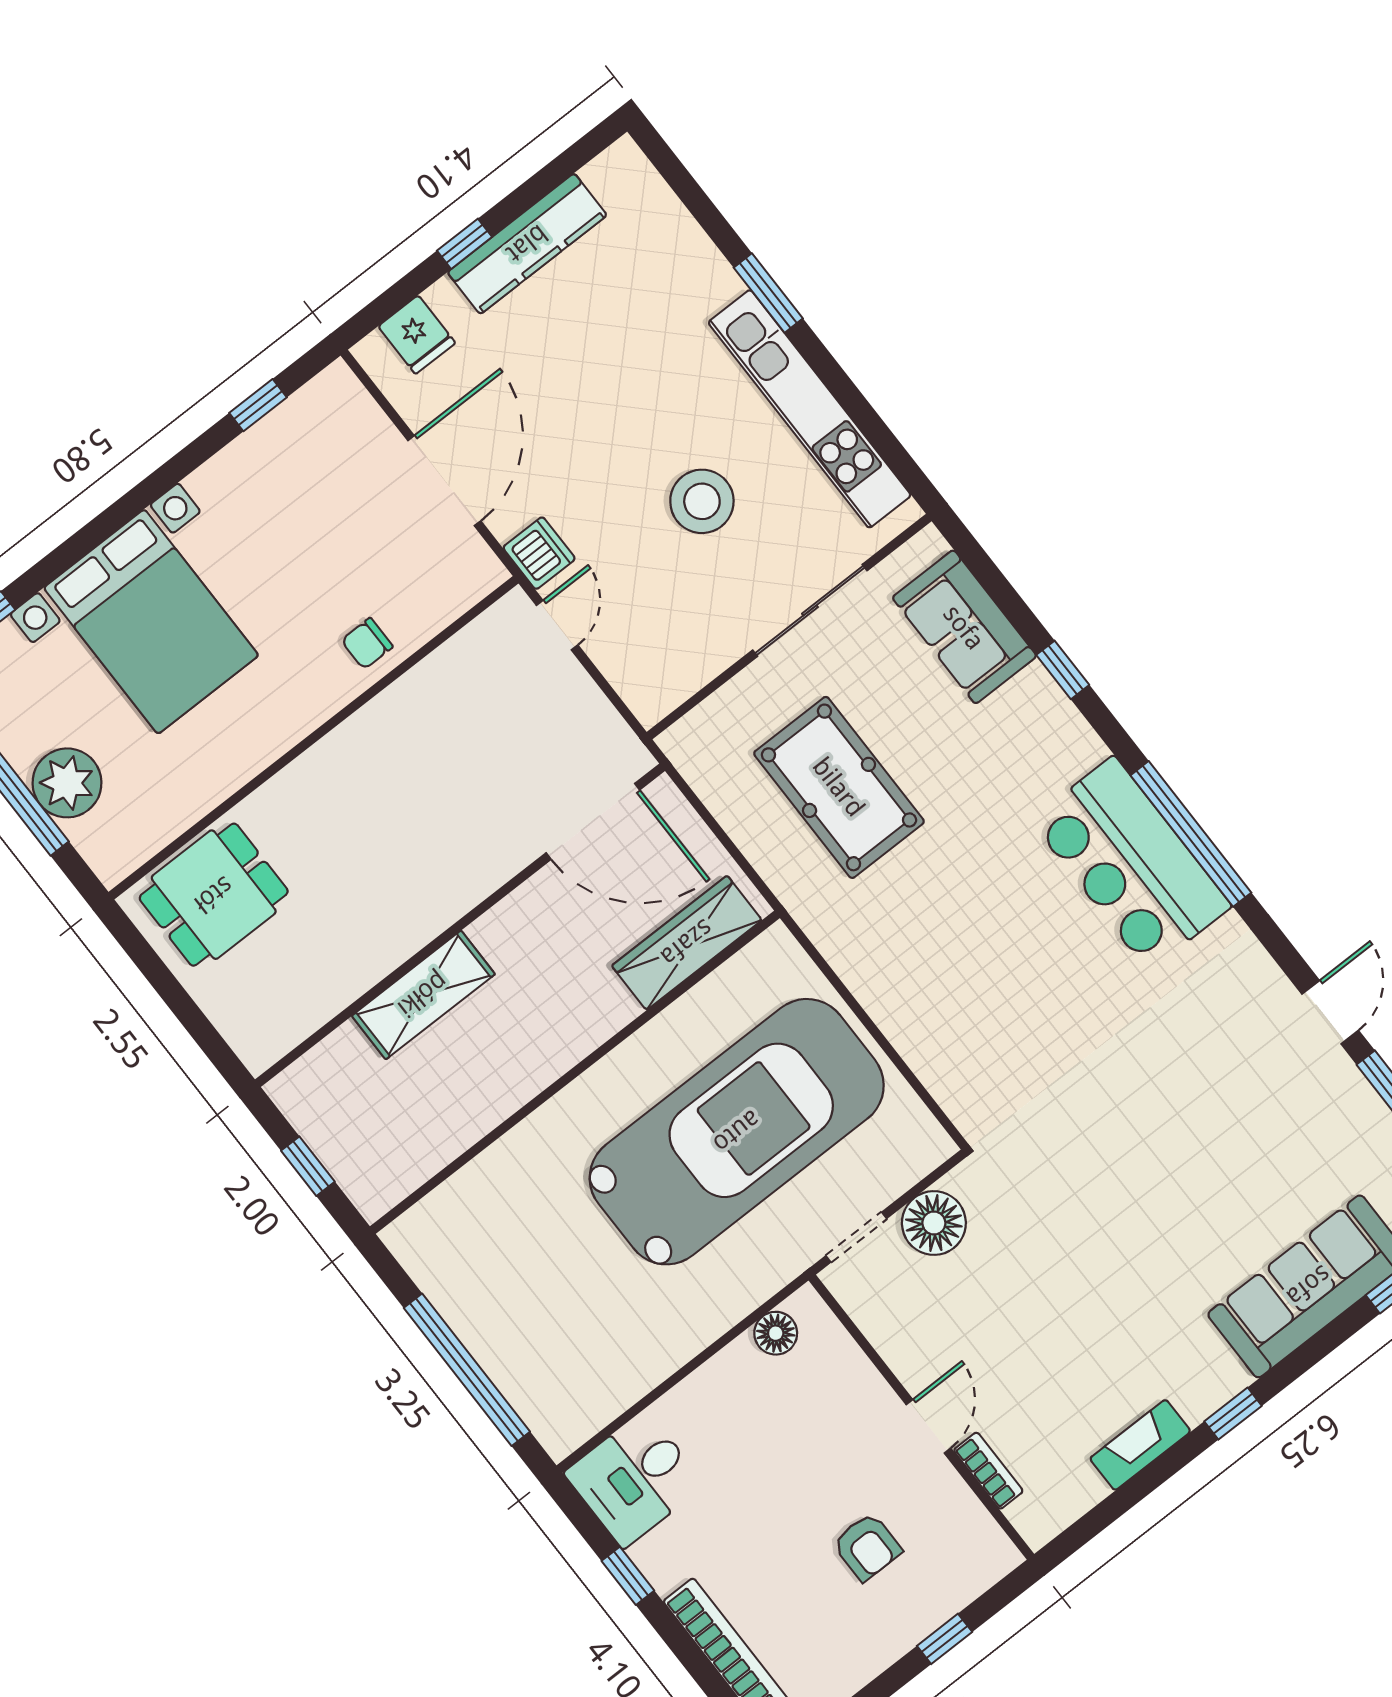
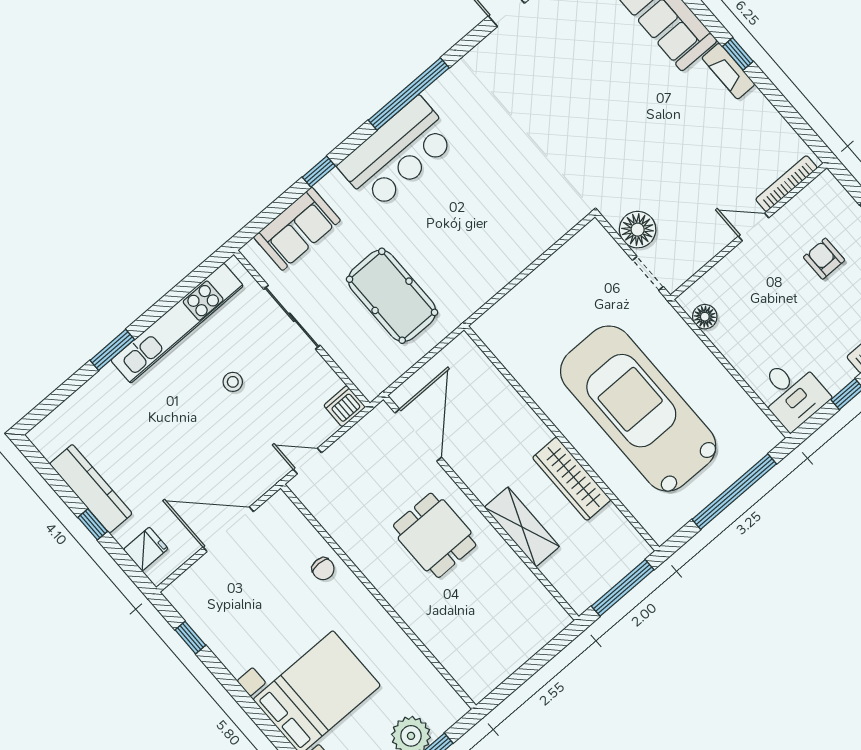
stool: (702, 501) -> (233, 382), width x0.53, depth x0.53
dishwasher: (539, 553) -> (345, 406), moved
pool table: (839, 787) -> (392, 296), turned 90
bar counter: (1131, 863) -> (397, 153), moved
dining table: (214, 895) -> (435, 535), moved
wardrobe: (687, 943) -> (572, 479), moved
car: (737, 1132) -> (638, 409), moved
window: (308, 1166) -> (623, 588), width x2.17
fireplace: (1140, 1445) -> (728, 71), moved
bookcase: (988, 1471) -> (786, 184), width x1.56
armchair: (867, 1547) -> (824, 259), turned -90

